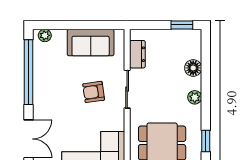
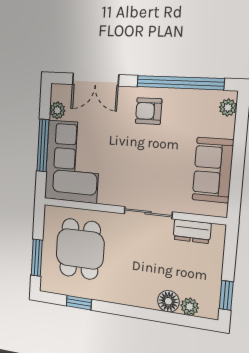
armchair: (94, 92) -> (149, 111), moved, turned -82
plant: (195, 97) -> (190, 307), moved

